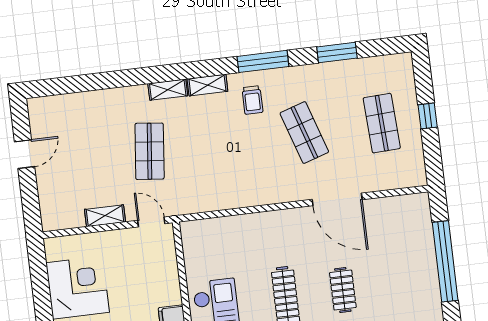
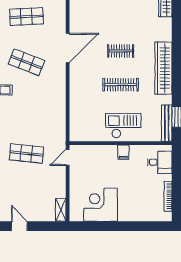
shop shelf: (304, 132) -> (26, 62), turned 39
shelving: (105, 216) -> (61, 210), moved

